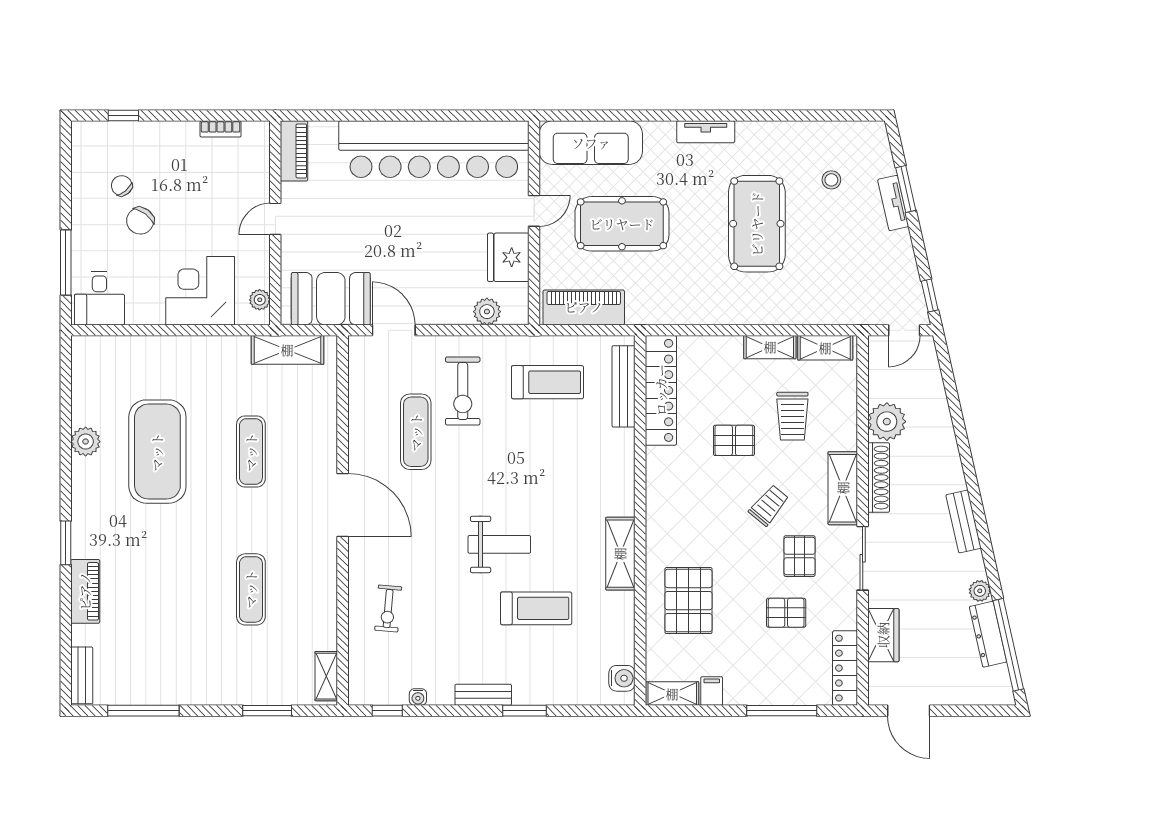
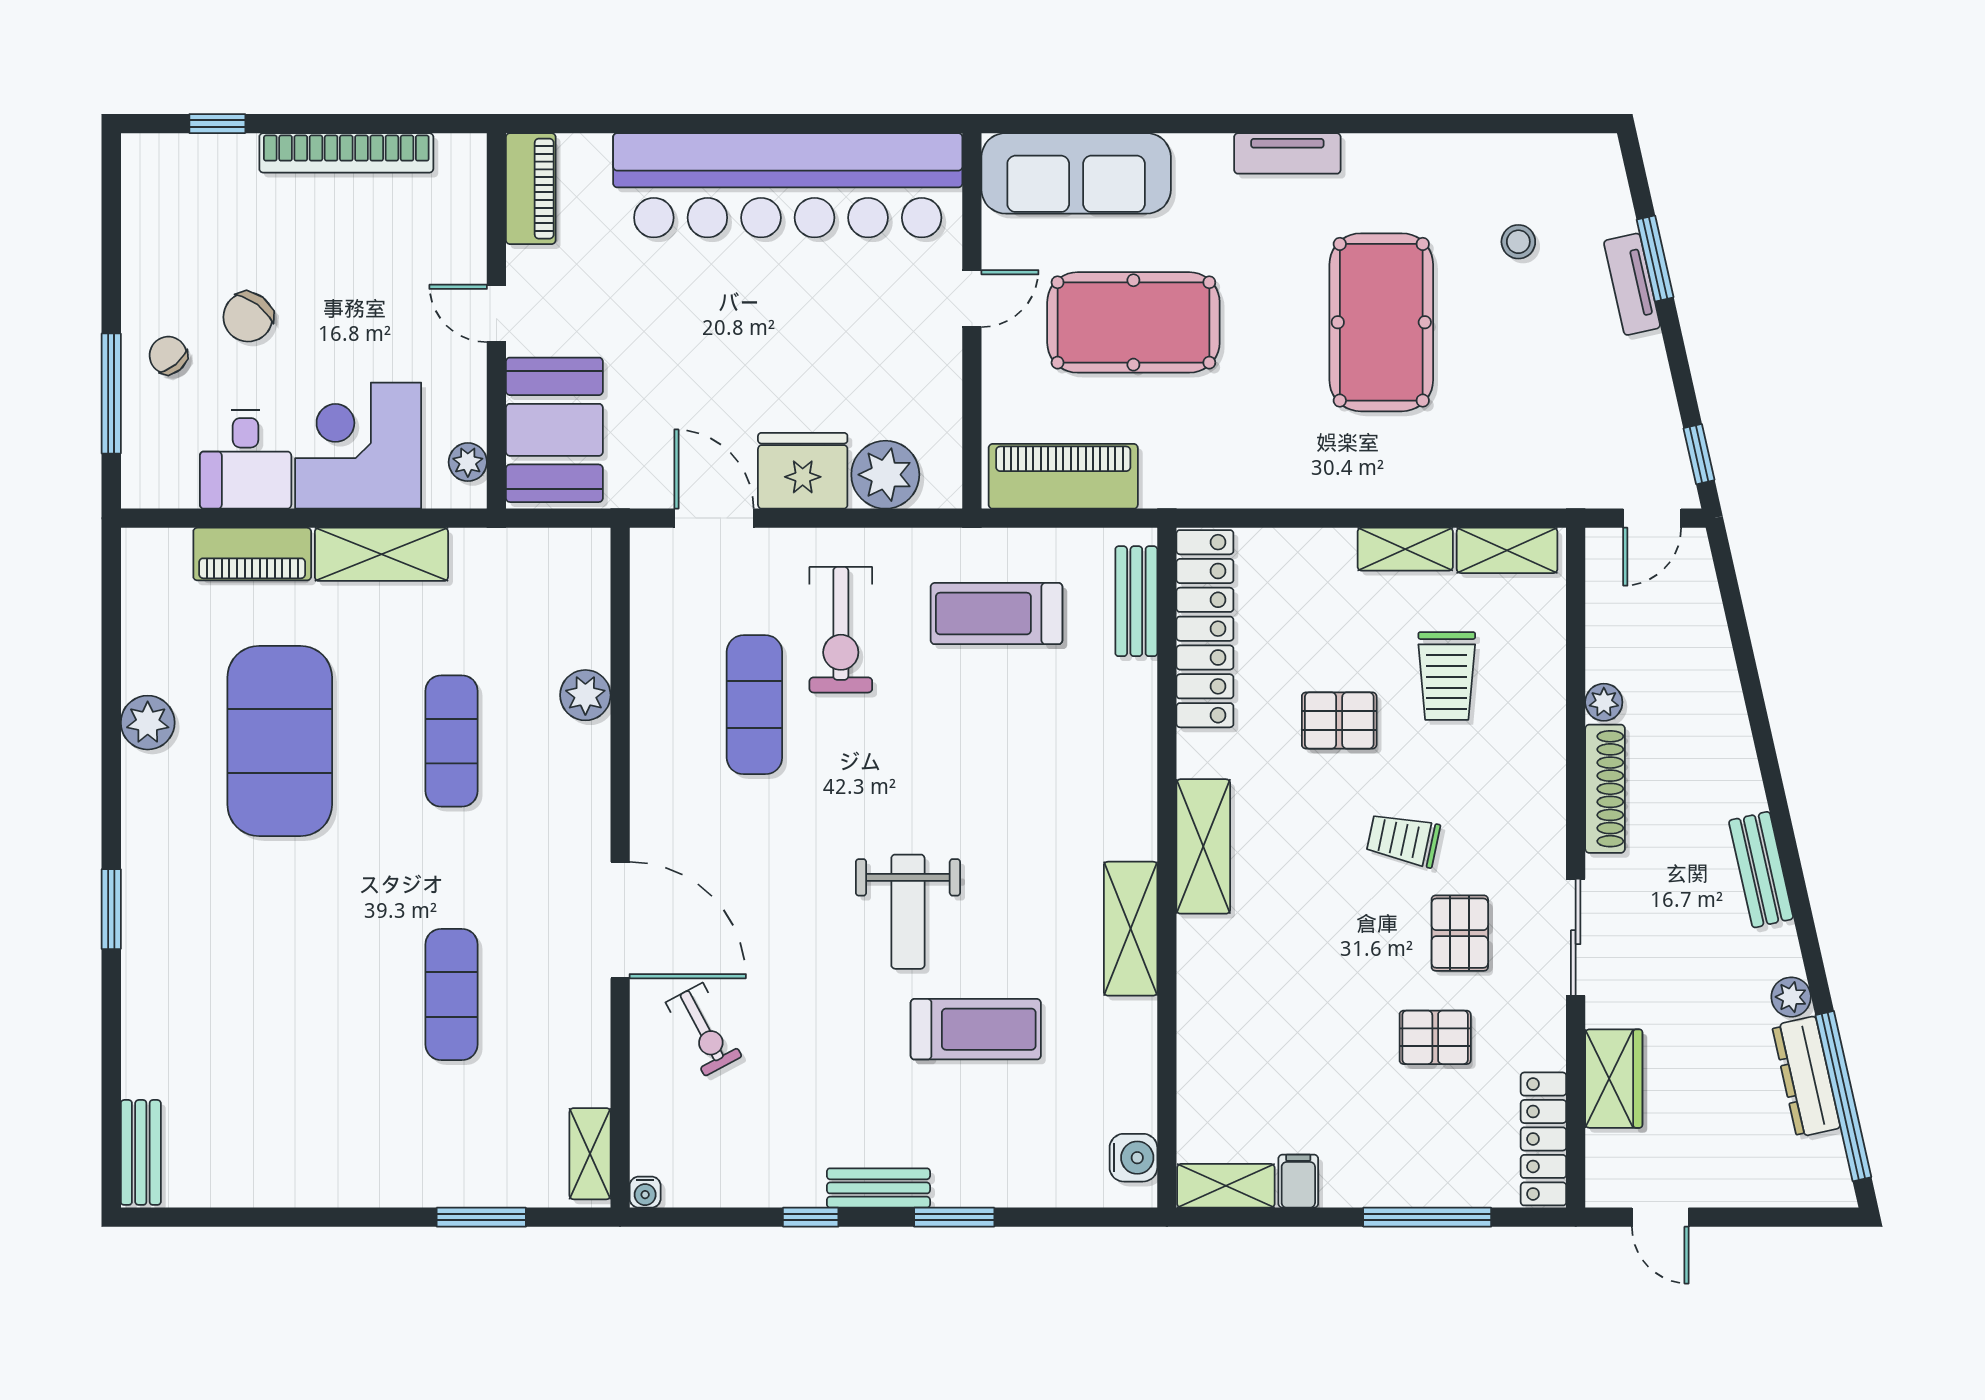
bookcase: (221, 129) -> (346, 153), width x2.31, depth x1.31
chair: (122, 186) -> (168, 355), moved
door: (275, 219) -> (496, 313), hinge flipped
fridge: (508, 257) -> (803, 471), moved, turned 90
desk: (99, 298) -> (246, 459), moved
booth: (331, 299) -> (554, 430), moved, turned 90
plant: (487, 312) -> (885, 475), width x1.36, depth x1.36
shelving: (287, 350) -> (381, 554), moved
treadmill: (547, 382) -> (997, 614), turned 180
bench: (624, 386) -> (1136, 601), width x0.73
plant: (887, 422) -> (1604, 702), width x0.53, depth x0.53
plant: (324, 427) -> (585, 695), added
shelving: (843, 488) -> (1203, 846), moved
door: (343, 505) -> (620, 920), moved
trolley: (769, 505) -> (1403, 840), turned -118
weight bench: (499, 544) -> (908, 912), turned 90
piano: (85, 591) -> (252, 554), moved, turned 90
pallet: (689, 601) -> (1256, 1015), removed
exercise bike: (388, 608) -> (704, 1029), turned -33
water cooler: (418, 697) -> (645, 1192), moved
window: (143, 711) -> (254, 1217), removed
window: (387, 711) -> (811, 1217), moved
door: (909, 711) -> (1660, 1217), width x0.73

